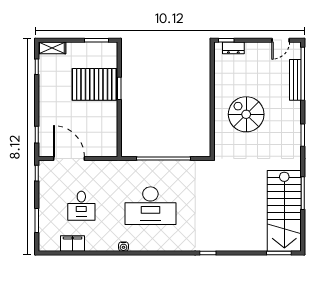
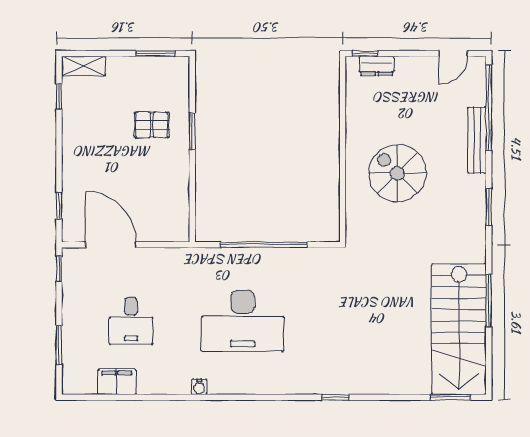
bench: (295, 80) -> (477, 140), moved
pallet: (94, 84) -> (152, 125), width x0.49, depth x0.50

